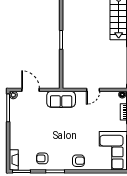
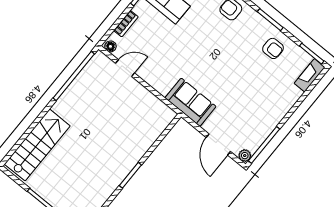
door: (93, 90) -> (125, 68), moved

